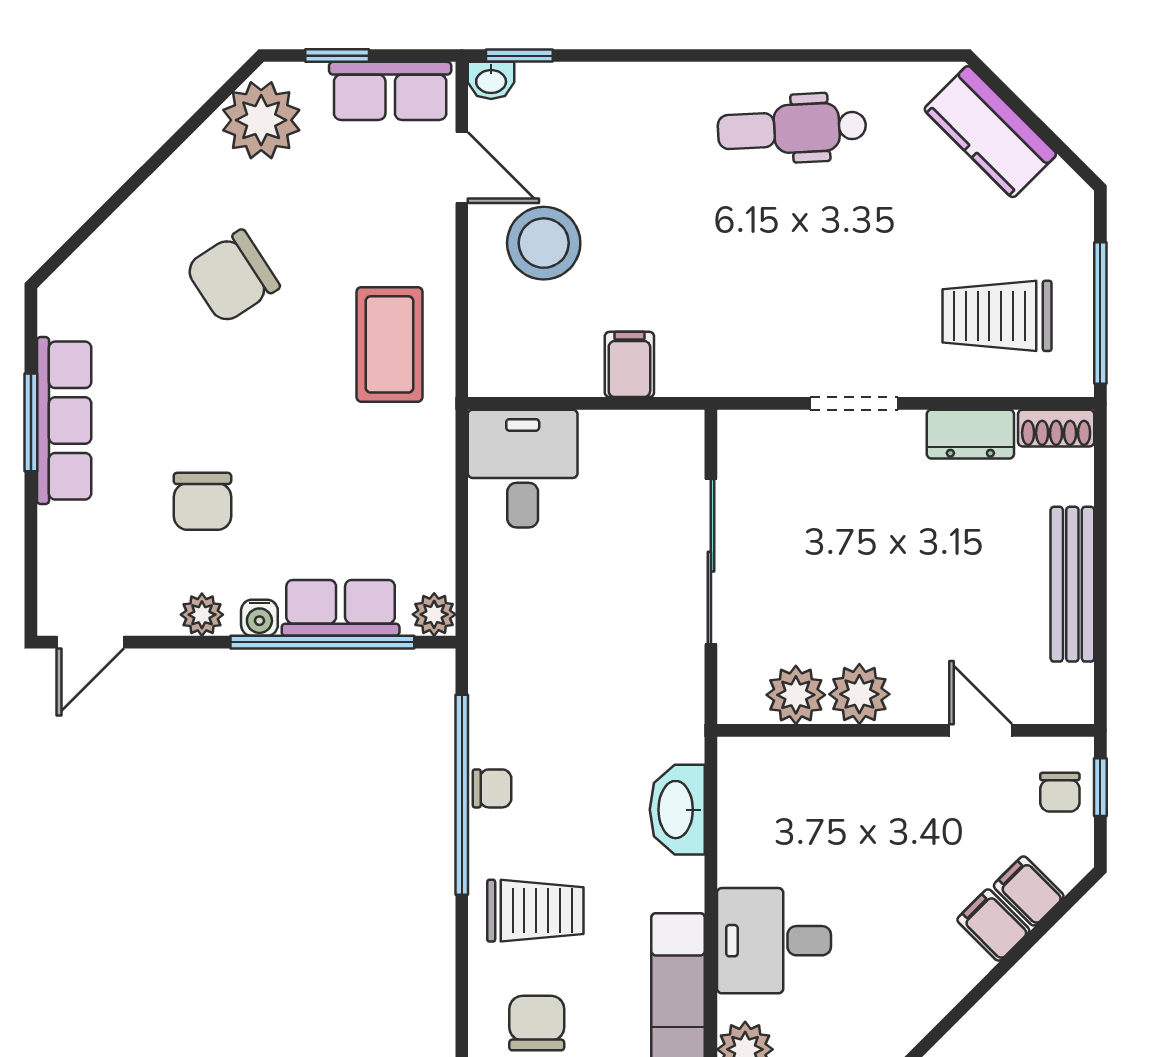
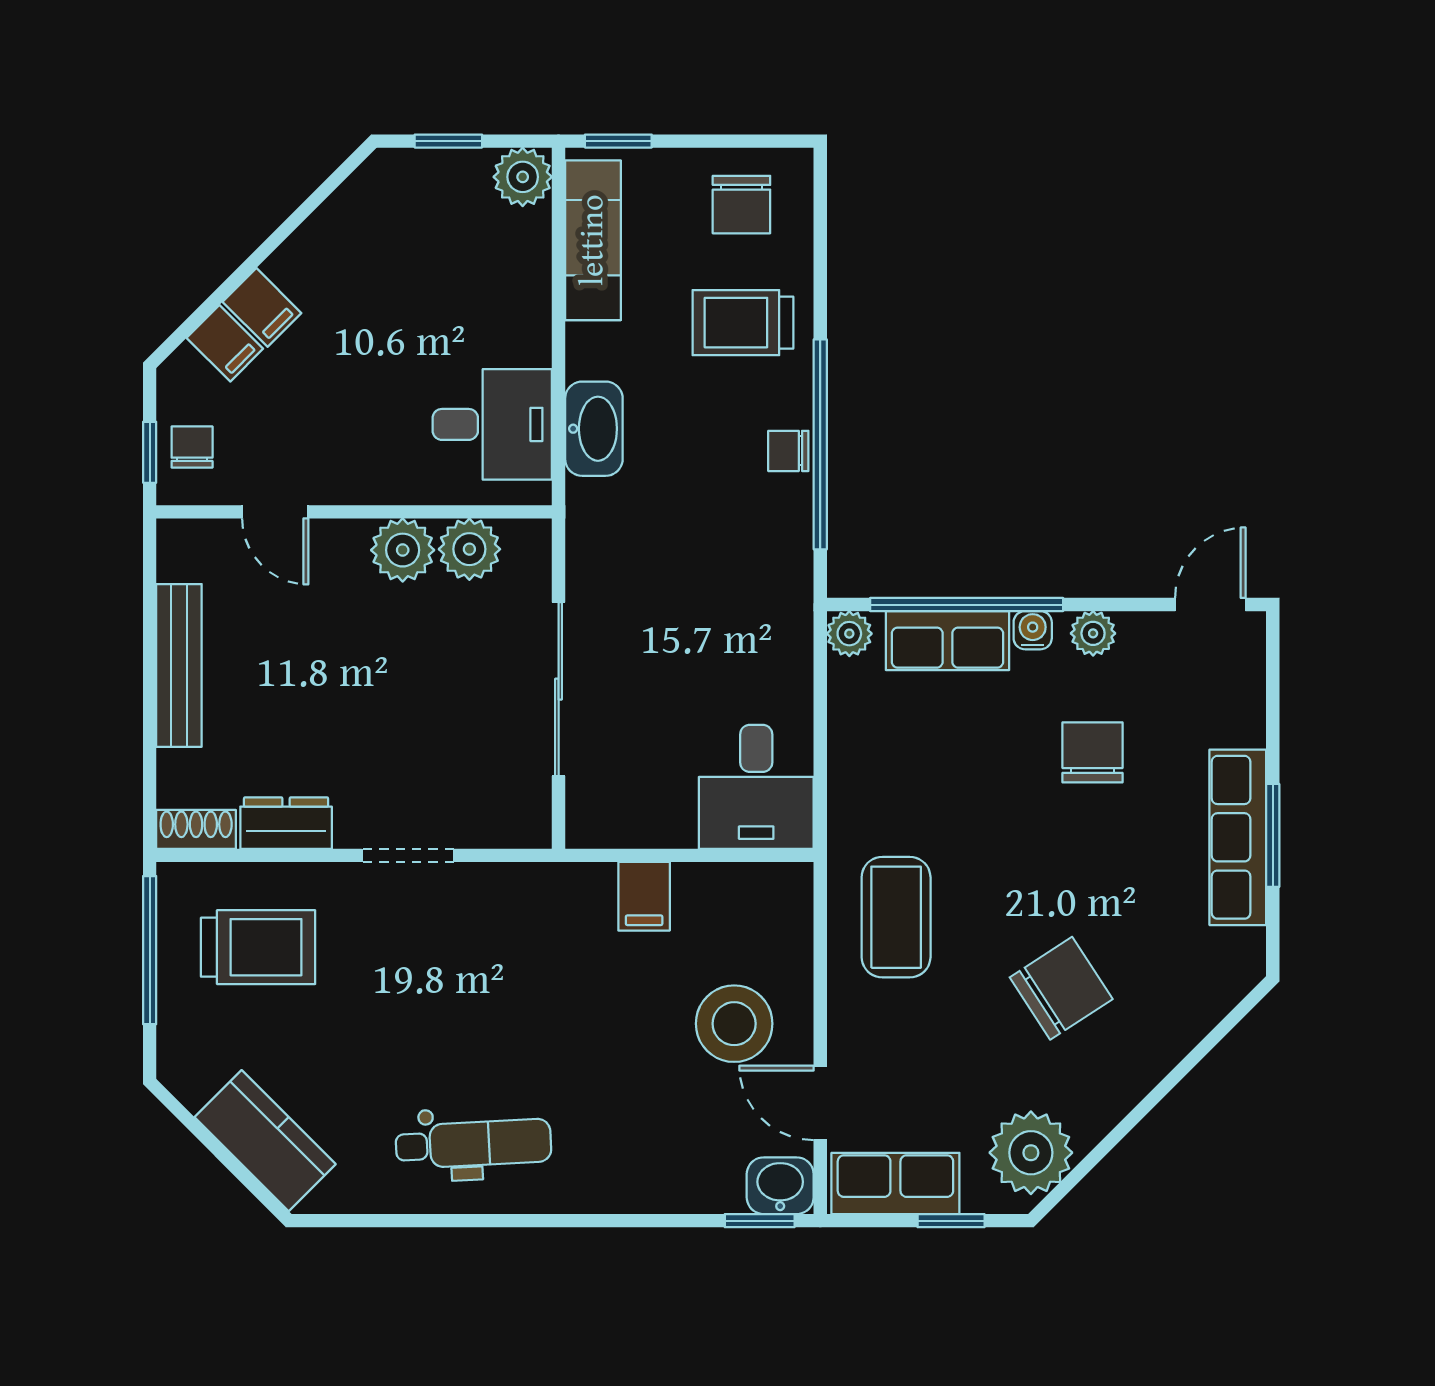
washbasin: (491, 80) -> (780, 1186), width x1.38, depth x1.45
desk: (774, 941) -> (492, 424), moved

